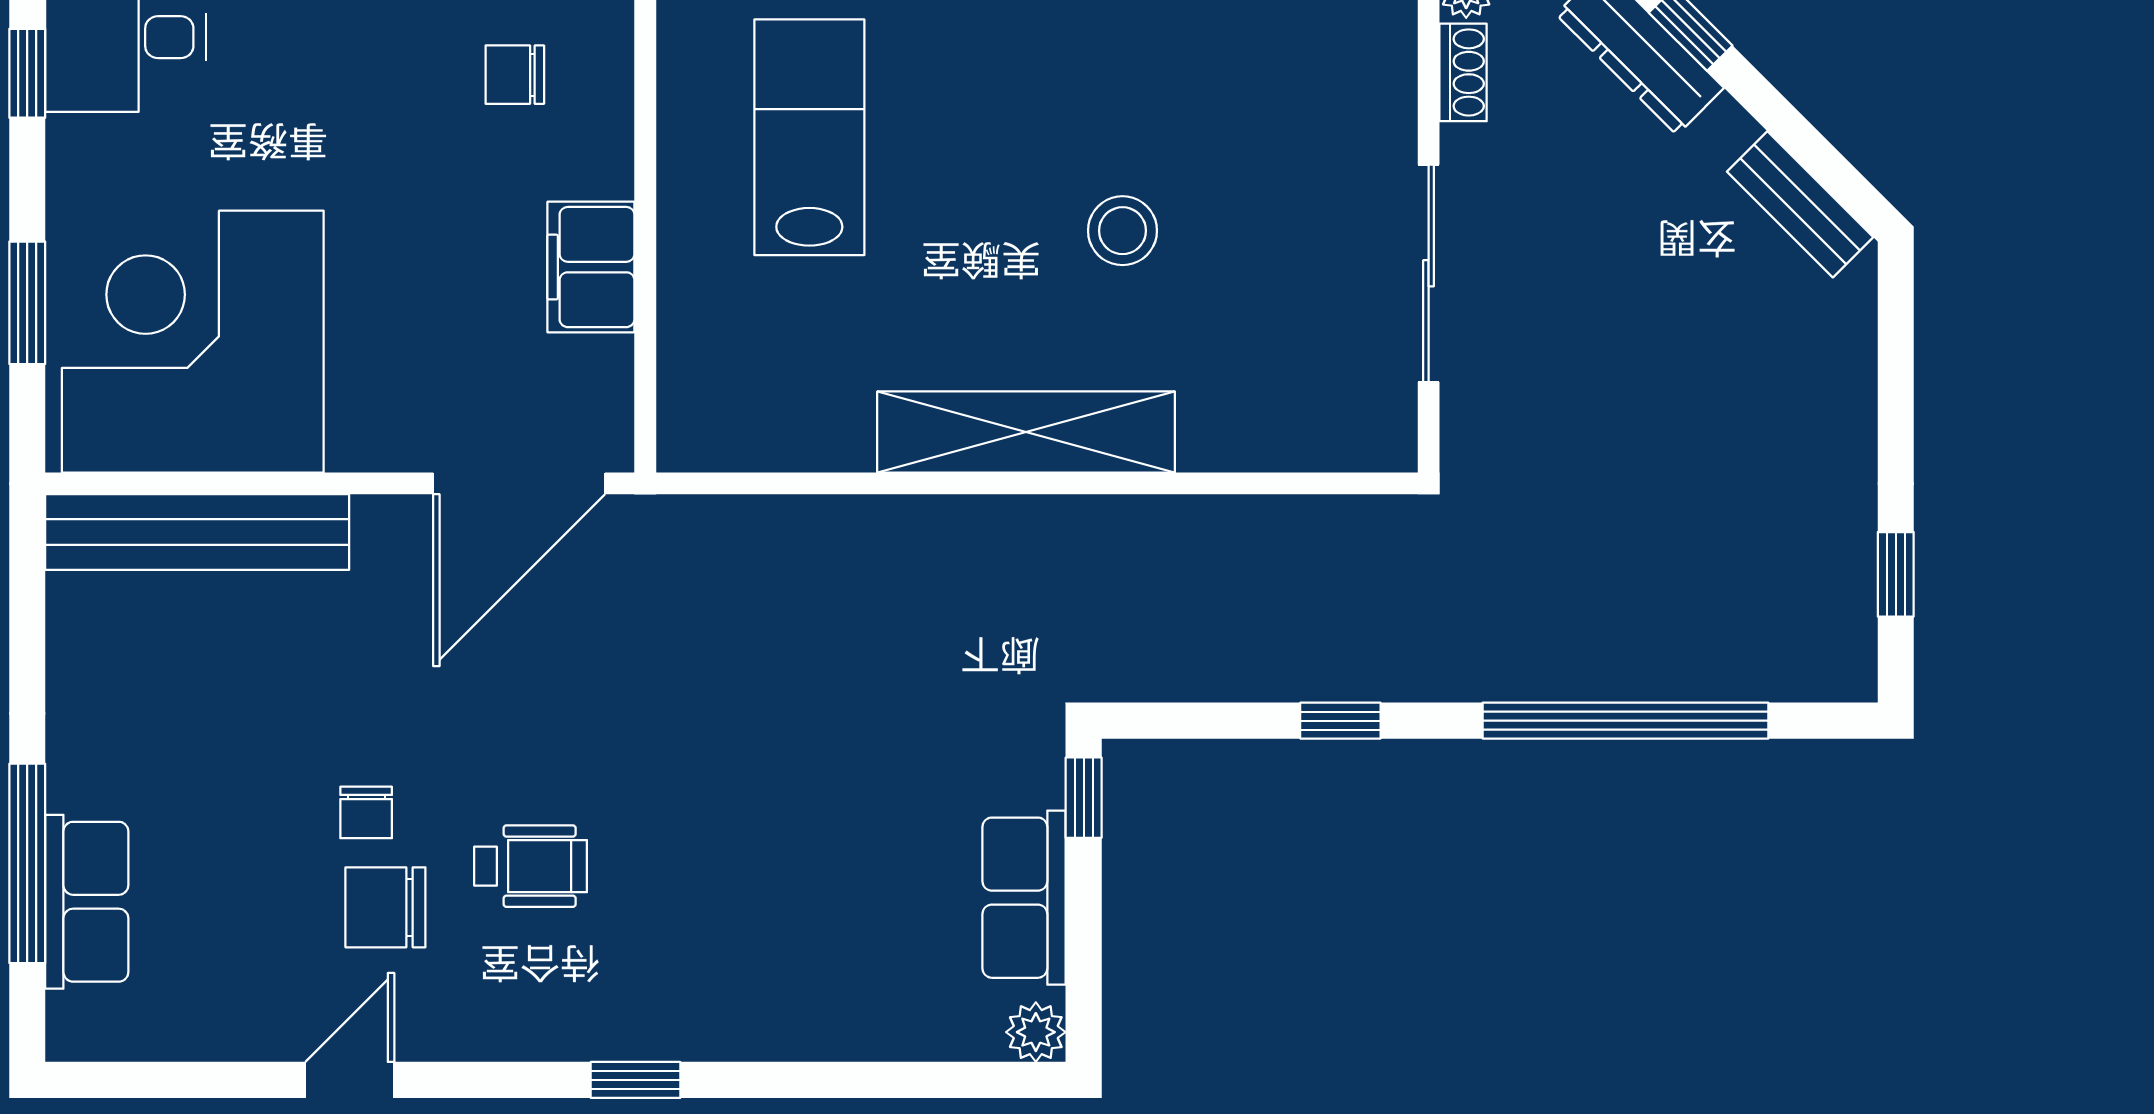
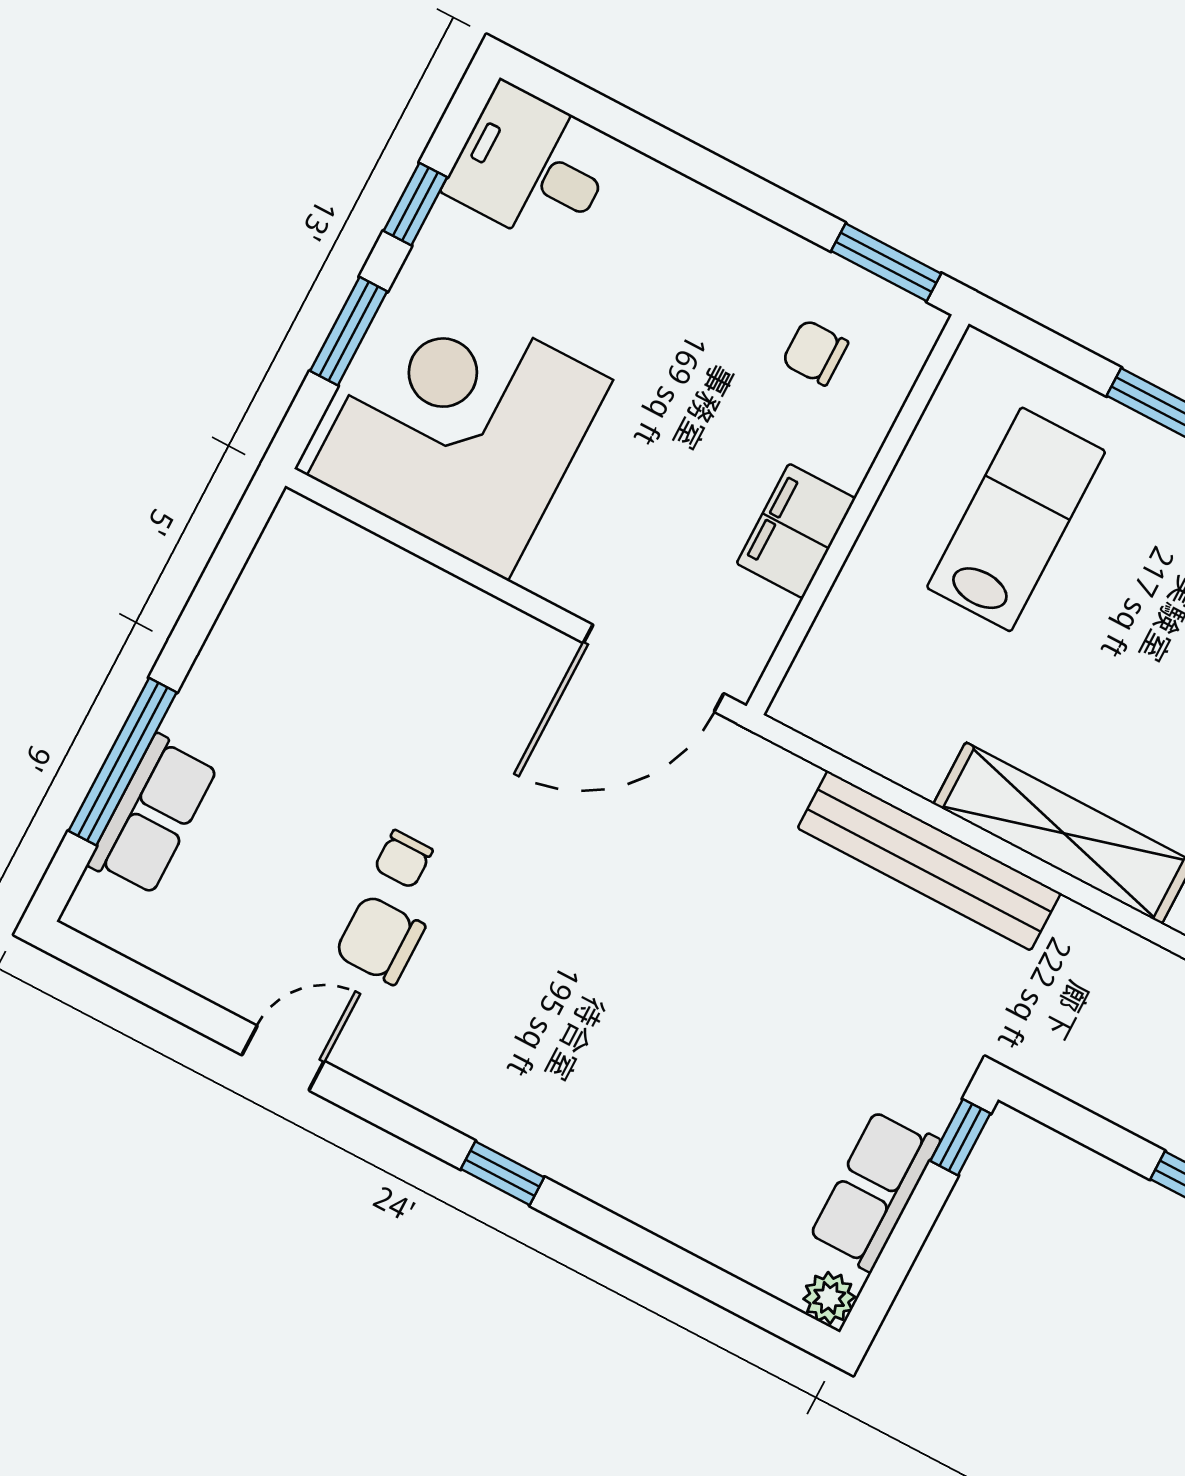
window: (27, 73) -> (415, 204), moved
bench: (197, 532) -> (929, 861), moved
wheelchair: (531, 866) -> (508, 967), removed

